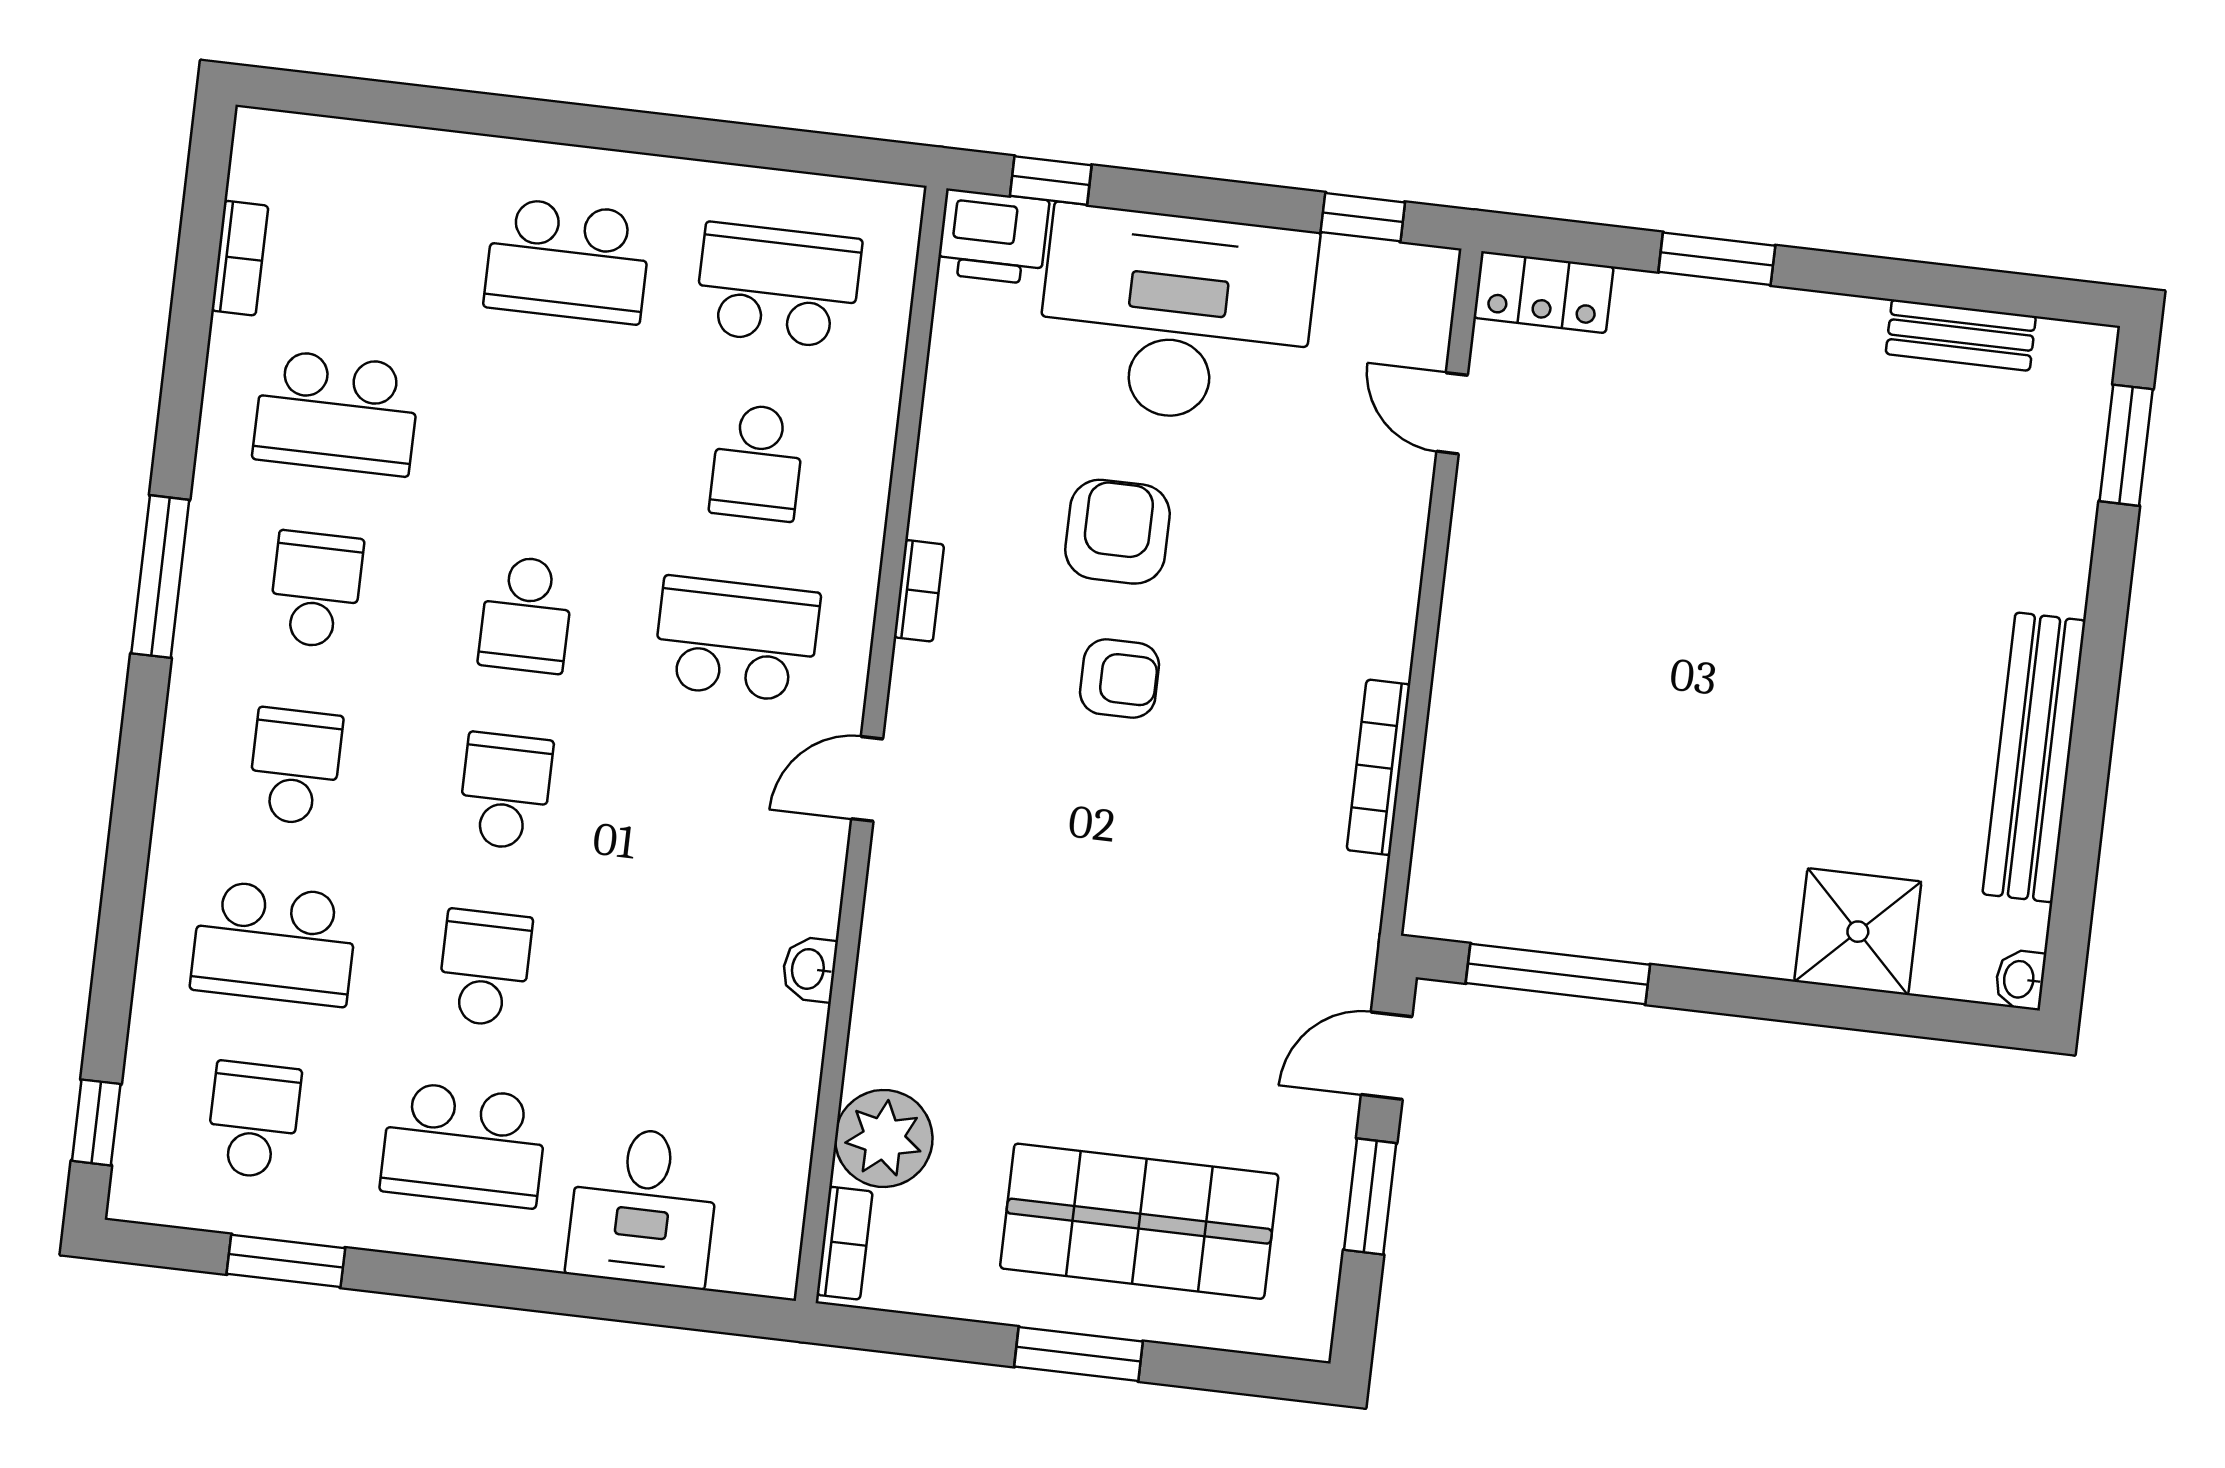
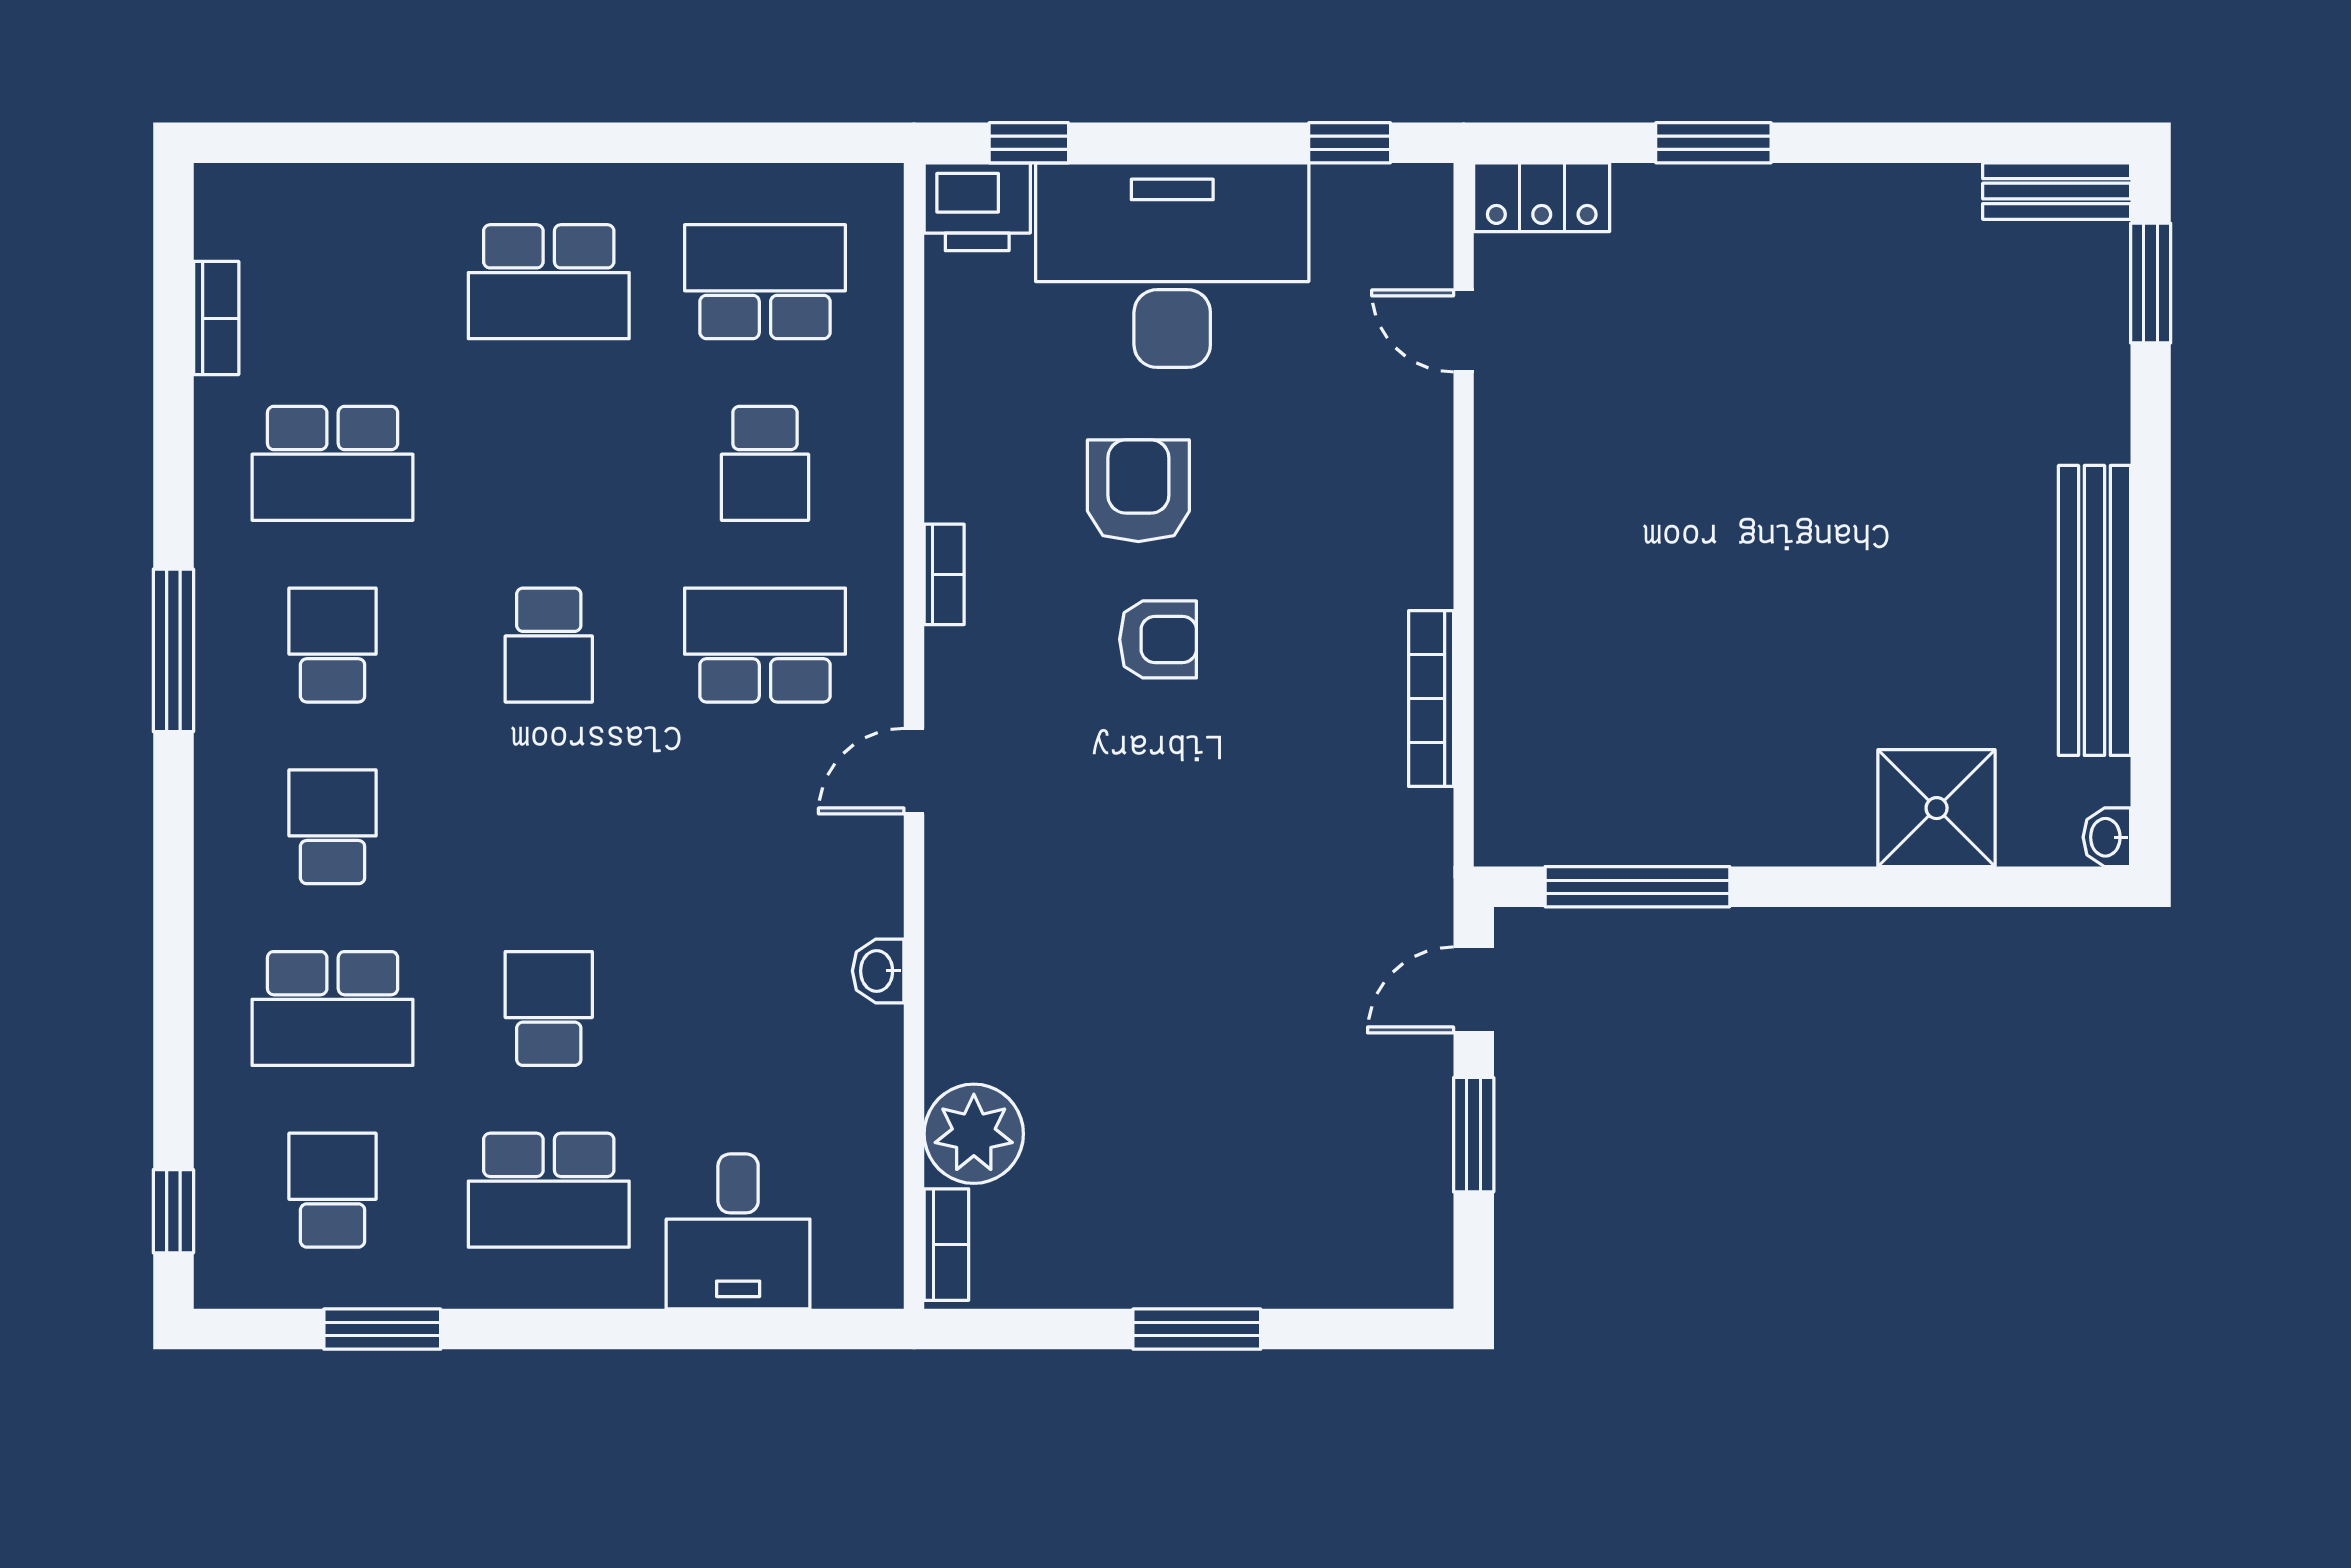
bench: (1961, 335) -> (2057, 191), moved
school desk: (505, 791) -> (549, 827), removed
shop shelf: (1139, 1221) -> (1243, 1187), removed

